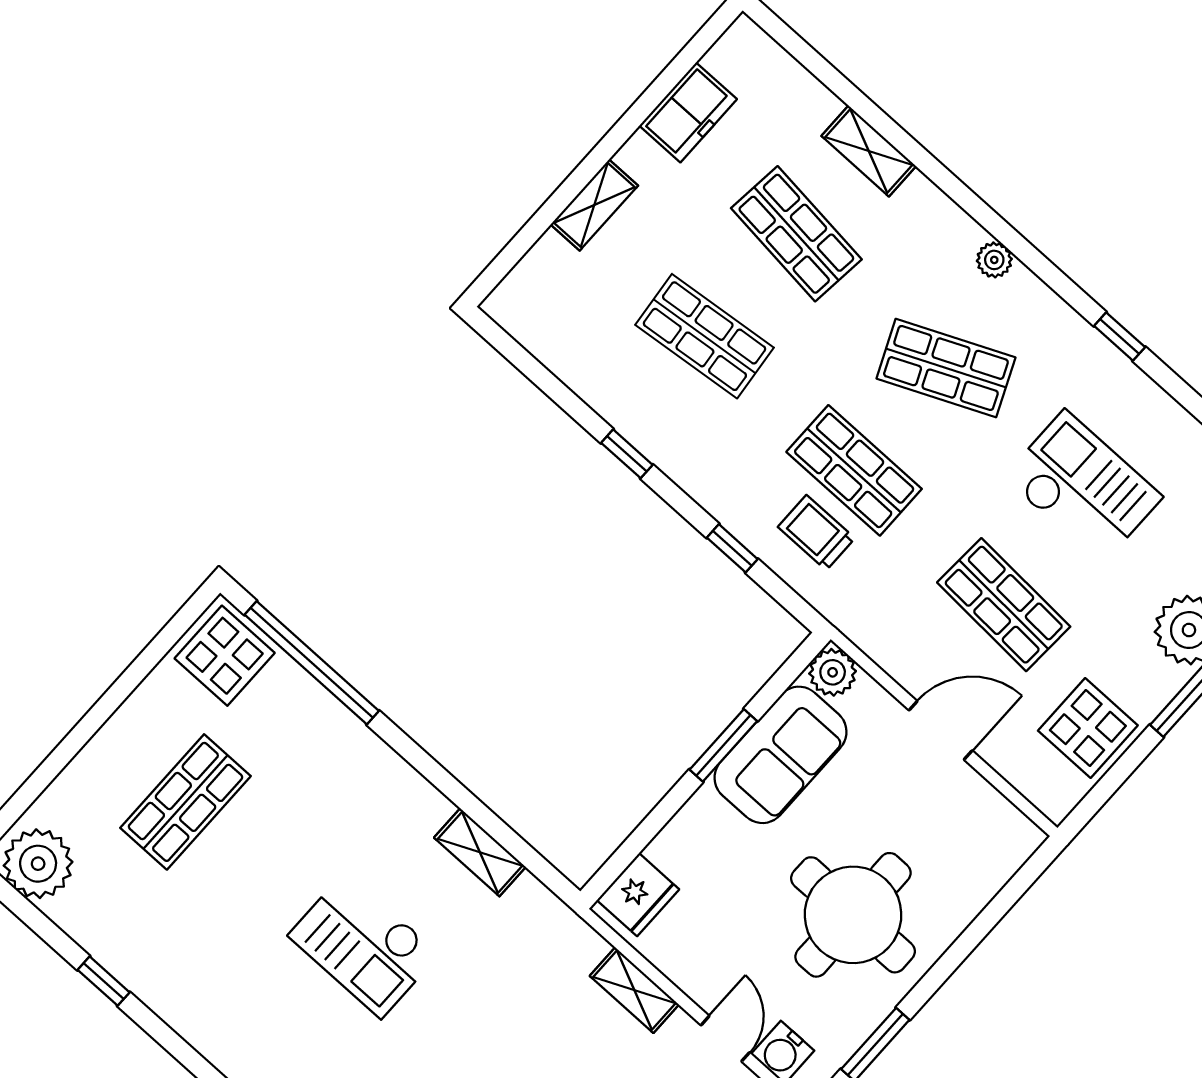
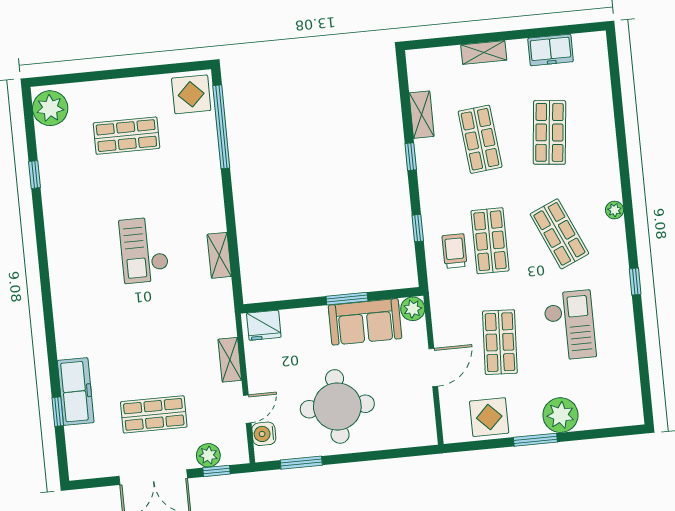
shelving: (869, 151) -> (422, 115), moved
door: (941, 730) -> (433, 368), hinge flipped

